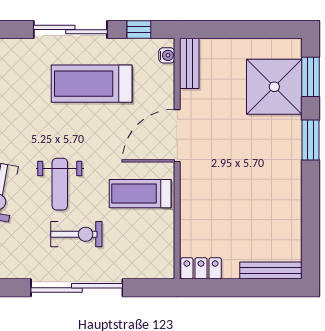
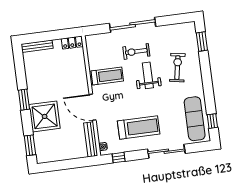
sliding door: (70, 30) -> (166, 151), moved
bench: (189, 63) -> (91, 139), width x1.36
shower: (274, 87) -> (45, 116), moved
door: (177, 136) -> (93, 107), swing flipped
window: (311, 140) -> (24, 100), moved

